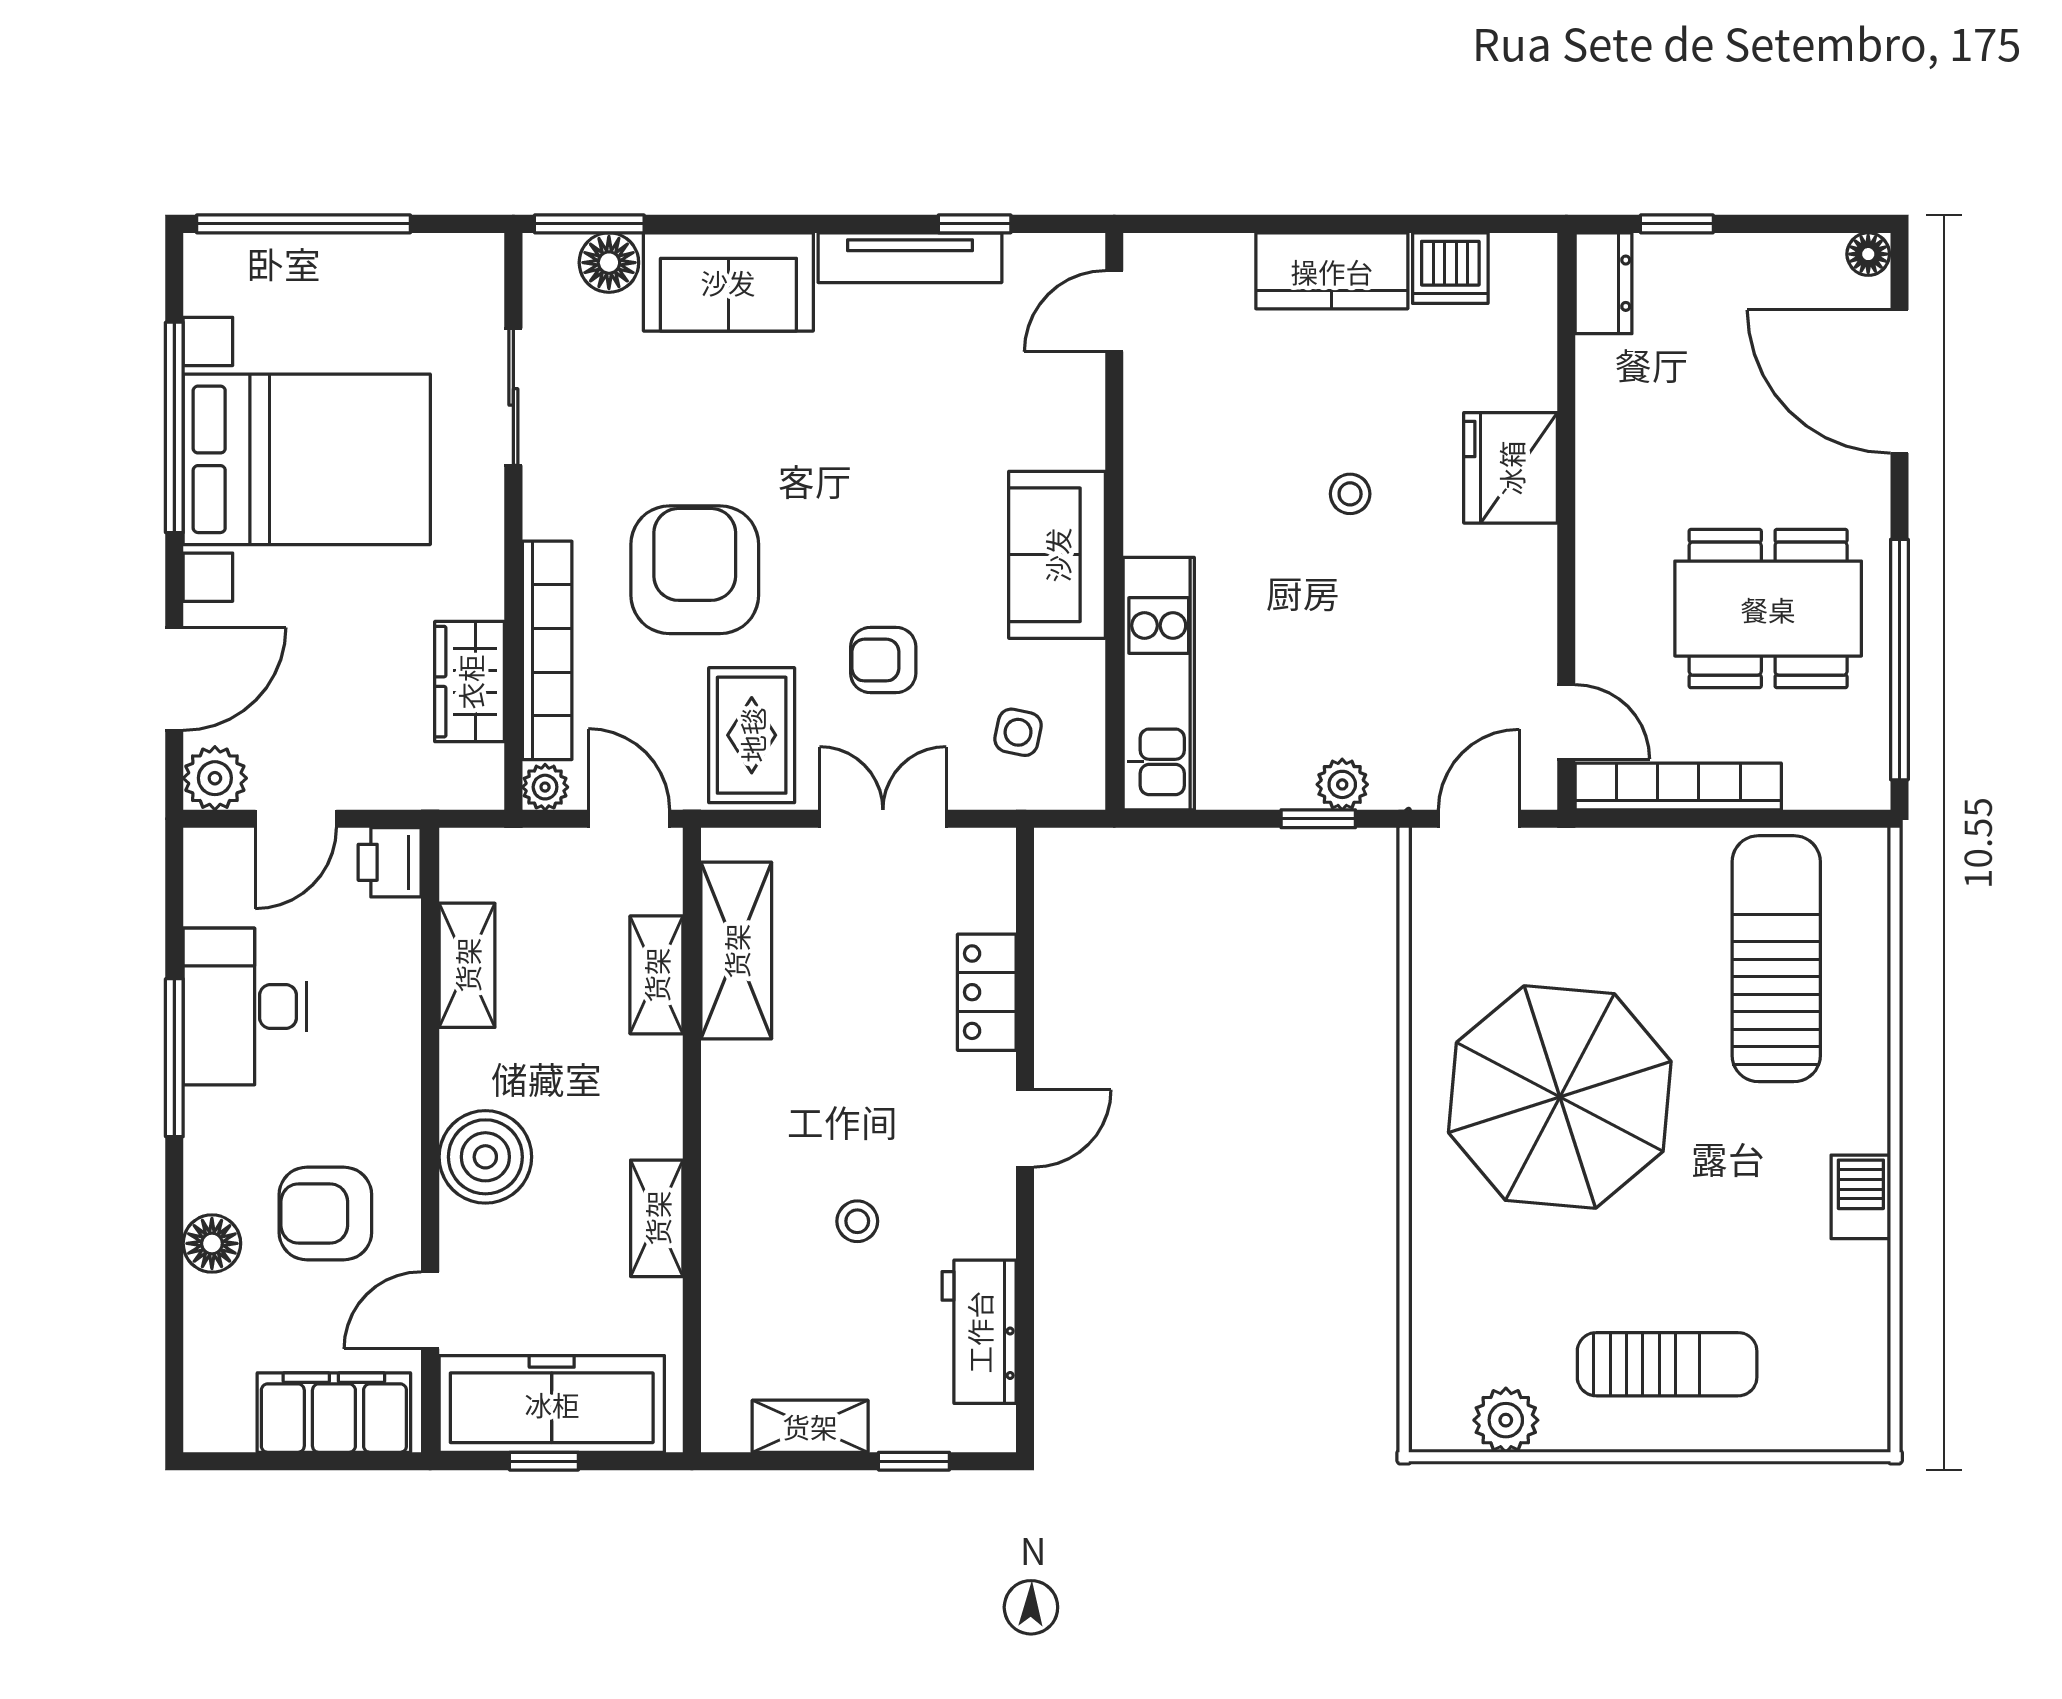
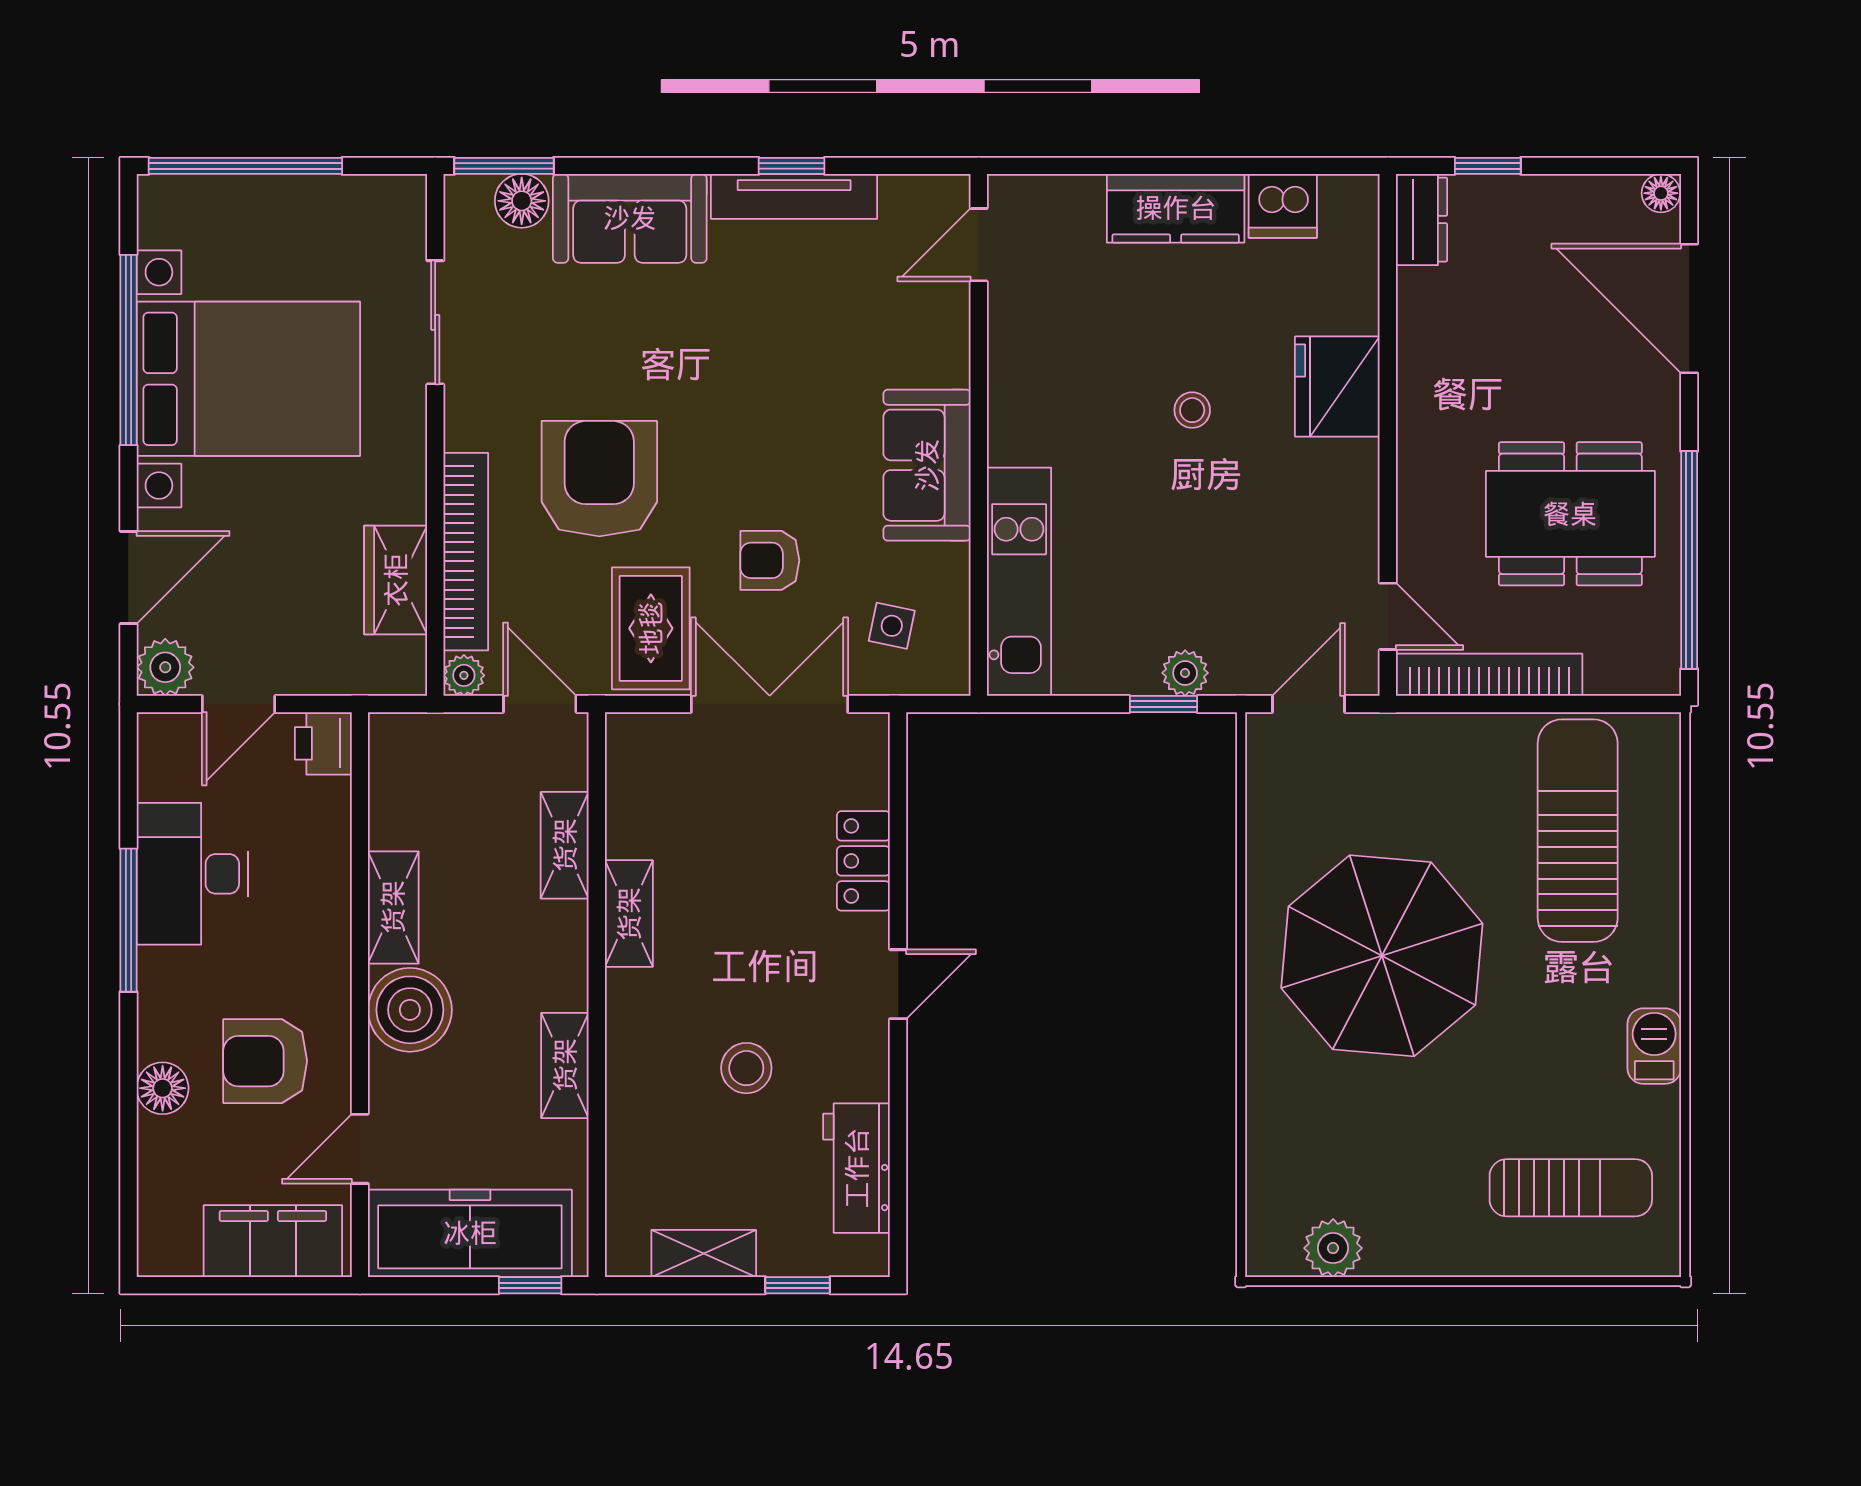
window: (975, 224) -> (792, 166), moved
double door: (883, 819) -> (770, 704), width x1.37
shelving: (736, 951) -> (629, 914), moved, width x0.67, depth x0.75
shelving: (467, 965) -> (393, 907), moved
stool: (857, 1221) -> (746, 1068), width x1.37, depth x1.37
sun lounger: (1667, 1364) -> (1571, 1188), moved
window: (544, 1461) -> (530, 1285), moved

